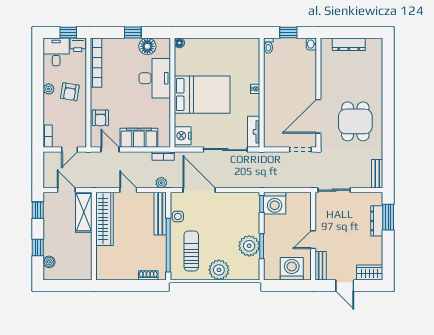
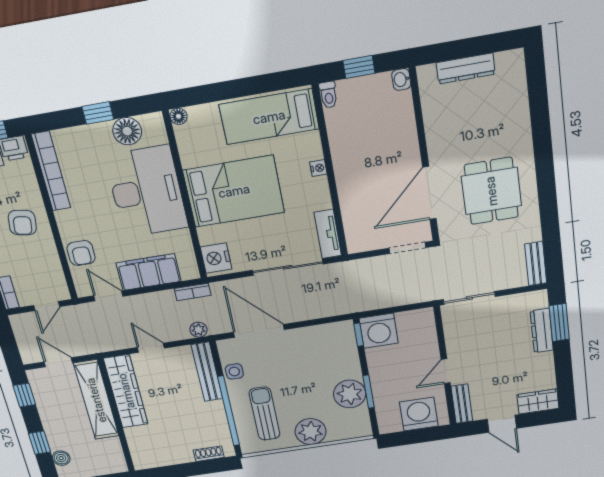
bed: (232, 53) -> (269, 117), added
desk: (155, 78) -> (147, 192), width x1.36, depth x1.30
shelving: (84, 212) -> (96, 400), width x1.47

